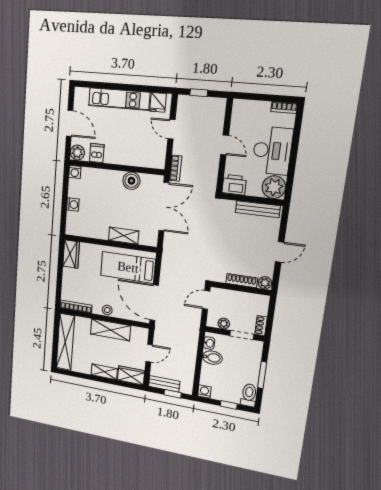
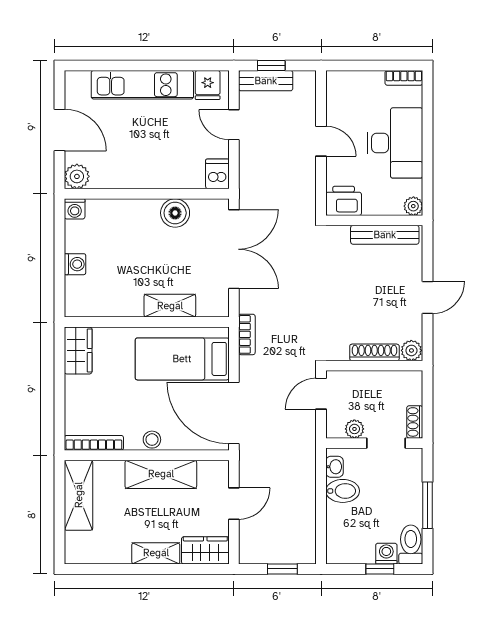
dishwasher: (97, 153) -> (217, 174), moved
bookcase: (176, 168) -> (247, 334), moved
plant: (274, 187) -> (413, 206), width x0.53, depth x0.53
shelving: (65, 342) -> (79, 495), width x0.68
bench: (164, 384) -> (266, 81), moved
washing machine: (204, 392) -> (386, 554), moved

